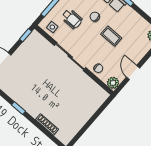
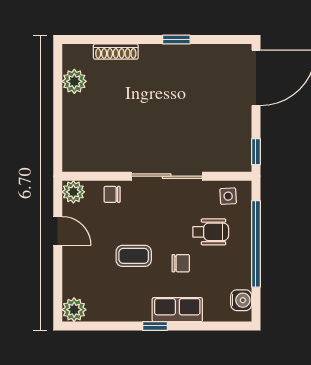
wheelchair: (72, 19) -> (211, 232), turned 180
plant: (74, 127) -> (74, 81), added

